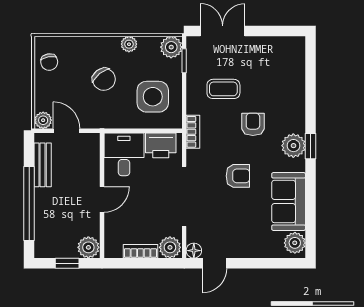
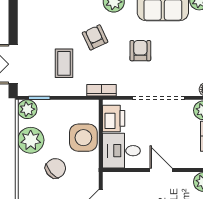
plant: (129, 44) -> (31, 140), width x1.88, depth x1.88
side table: (153, 97) -> (83, 138), moved
armchair: (253, 124) -> (95, 37), turned 65

